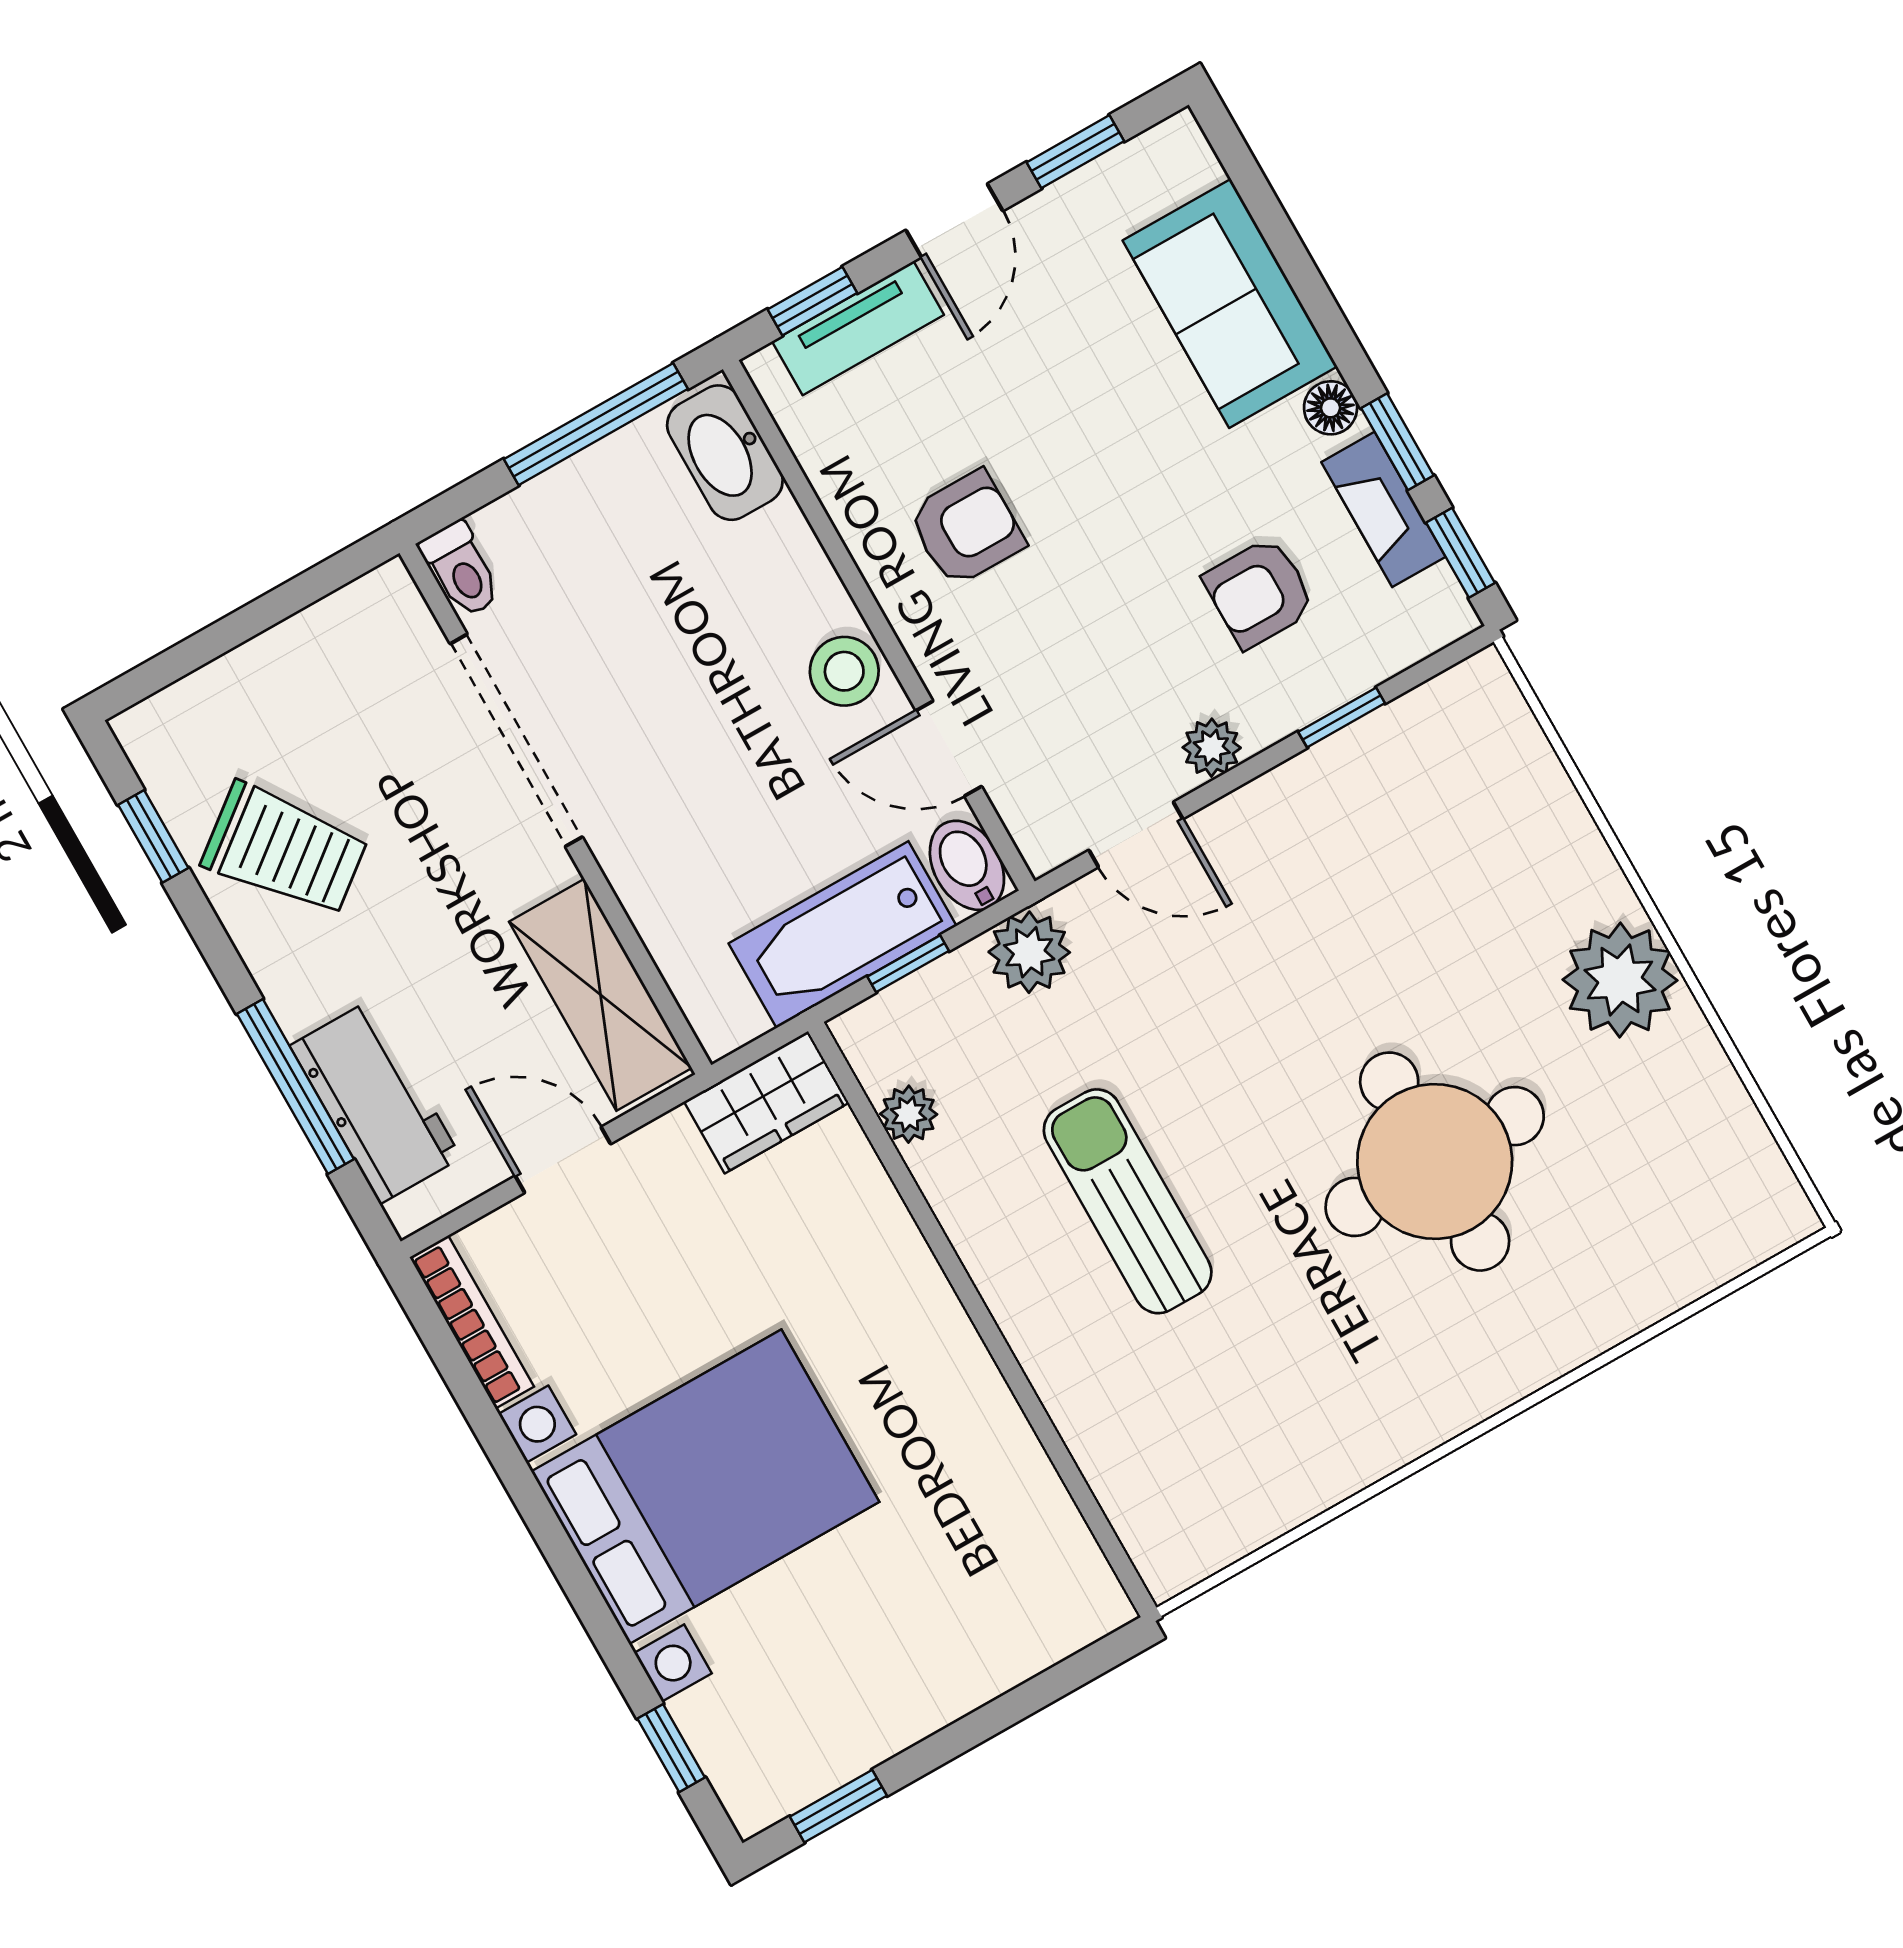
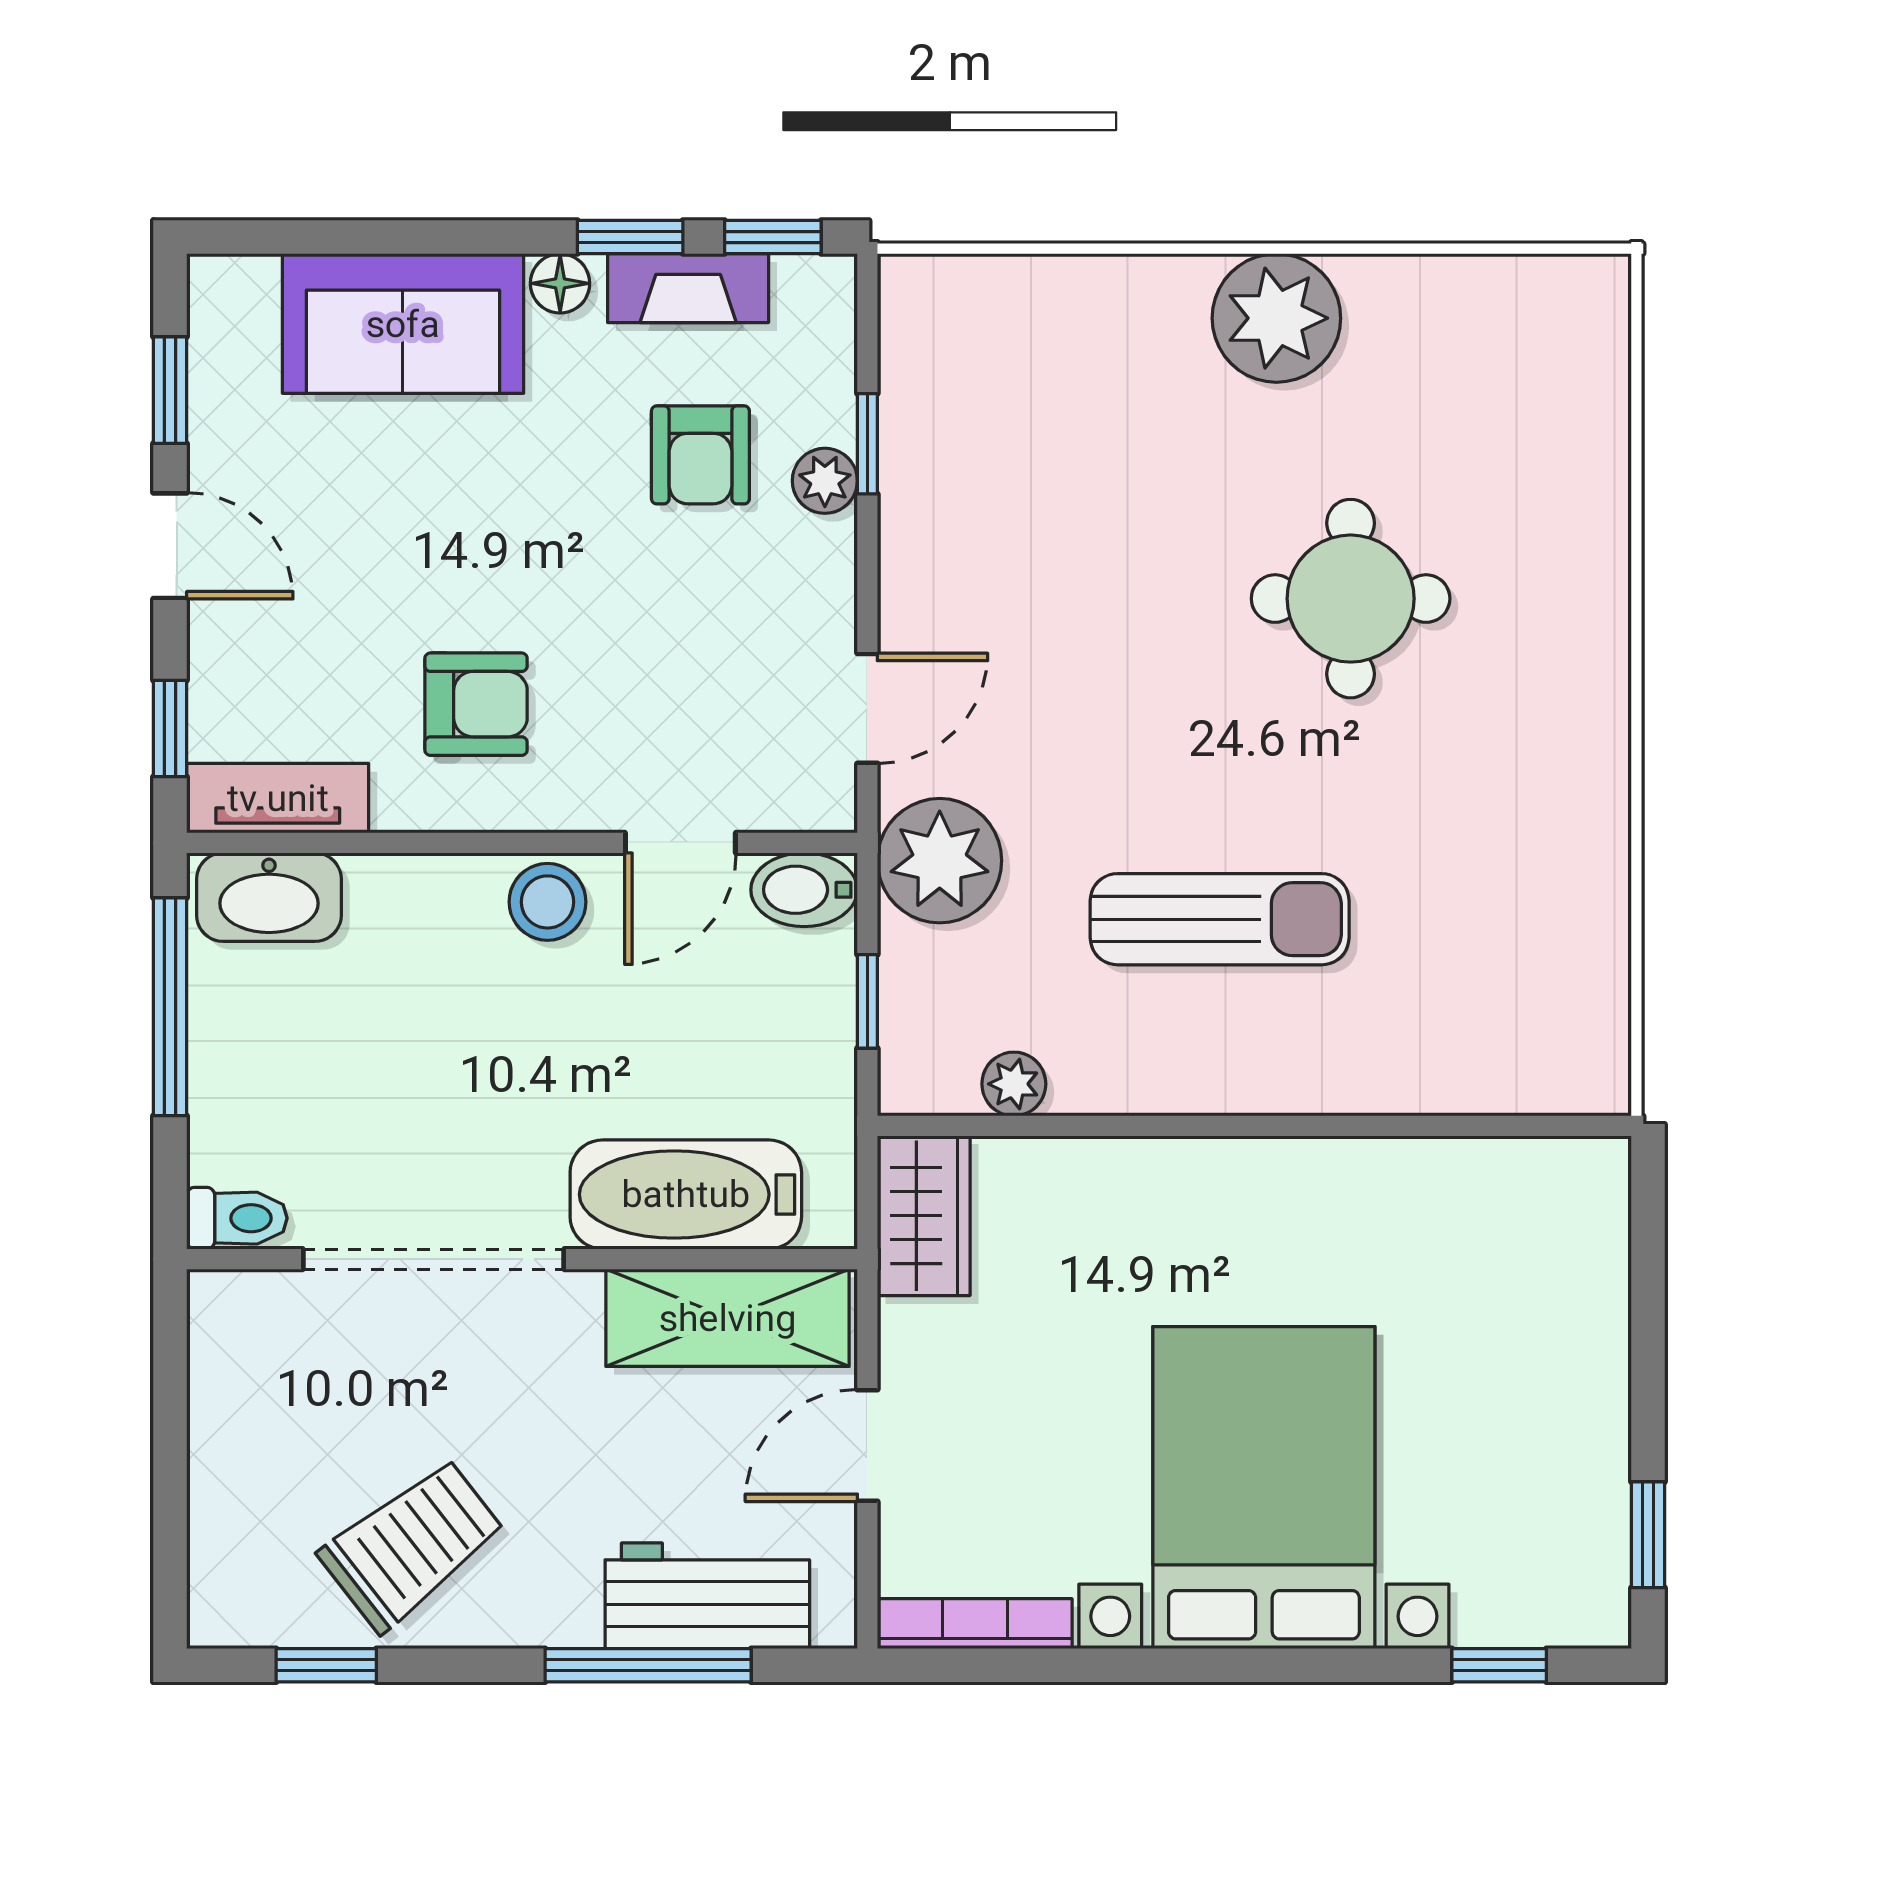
tv unit: (858, 328) -> (278, 798), moved, turned -90
armchair: (966, 528) -> (476, 704), turned 90
plant: (1212, 748) -> (825, 481), moved
bathtub: (843, 935) -> (686, 1194), moved, turned 90
plant: (1029, 952) -> (940, 861), width x1.36, depth x1.36
round table: (1435, 1162) -> (1351, 599), width x0.73, depth x0.73
sun lounger: (1128, 1201) -> (1220, 919), turned 180

